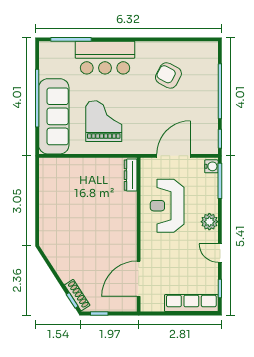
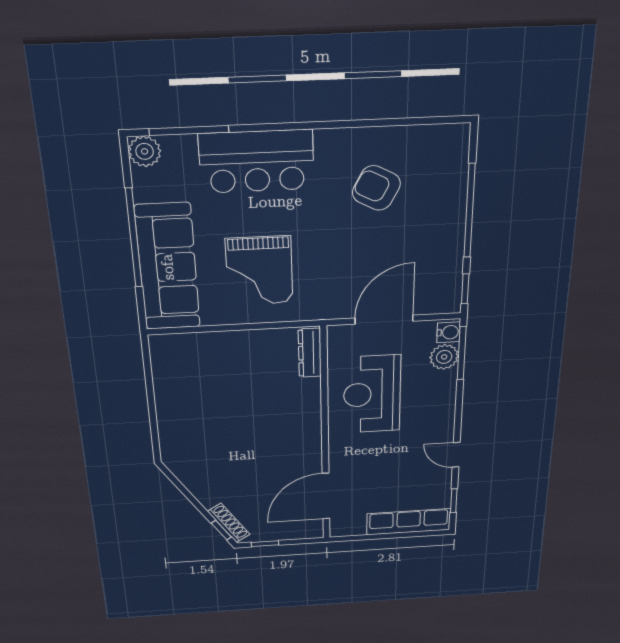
plant: (47, 50) -> (145, 151), added
grand piano: (104, 121) -> (259, 271), turned 180
plant: (209, 222) -> (444, 357), moved

